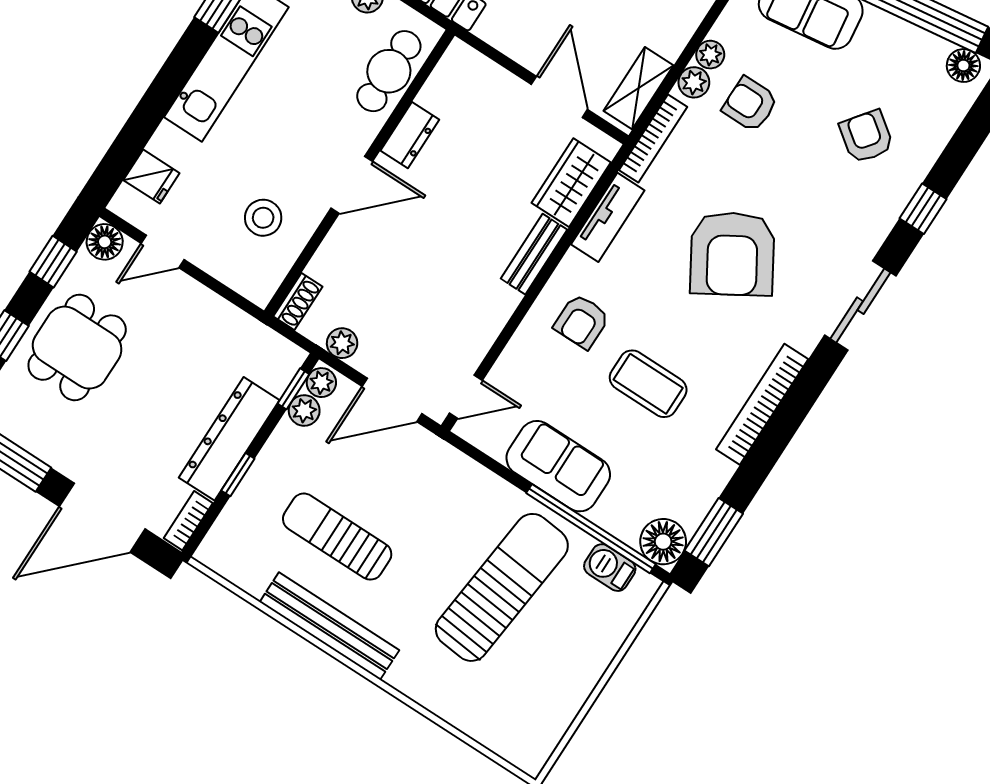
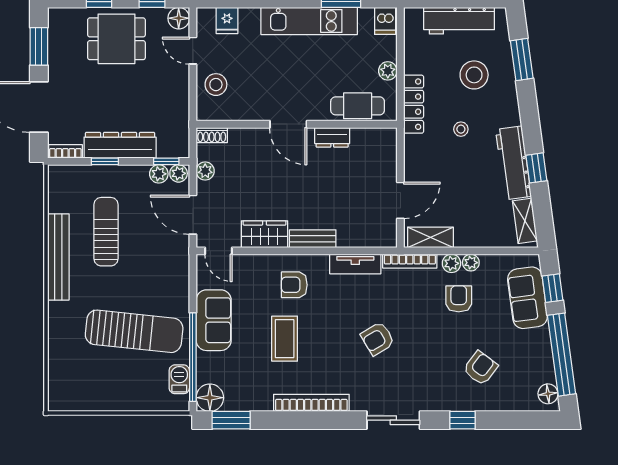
wardrobe: (571, 183) -> (264, 234), moved
stool: (263, 218) -> (216, 85), moved
armchair: (732, 254) -> (378, 339), width x0.53, depth x0.53

